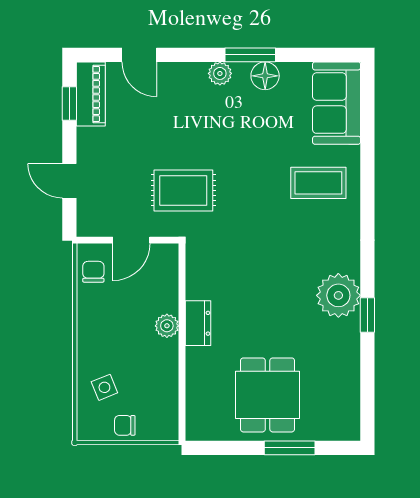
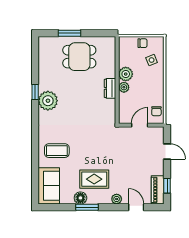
plant: (220, 73) -> (117, 199), moved
rug: (183, 190) -> (94, 179), moved
plant: (163, 356) -> (126, 74), added
dining table: (268, 395) -> (79, 57), turned 90

